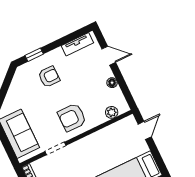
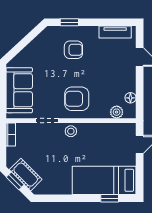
floor lamp: (112, 83) -> (130, 98), moved
stool: (80, 148) -> (71, 131), added

